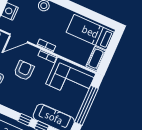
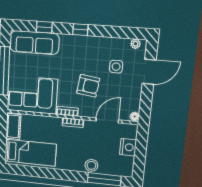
armchair: (24, 71) -> (88, 86), turned -82
window: (25, 120) -> (80, 30), moved

